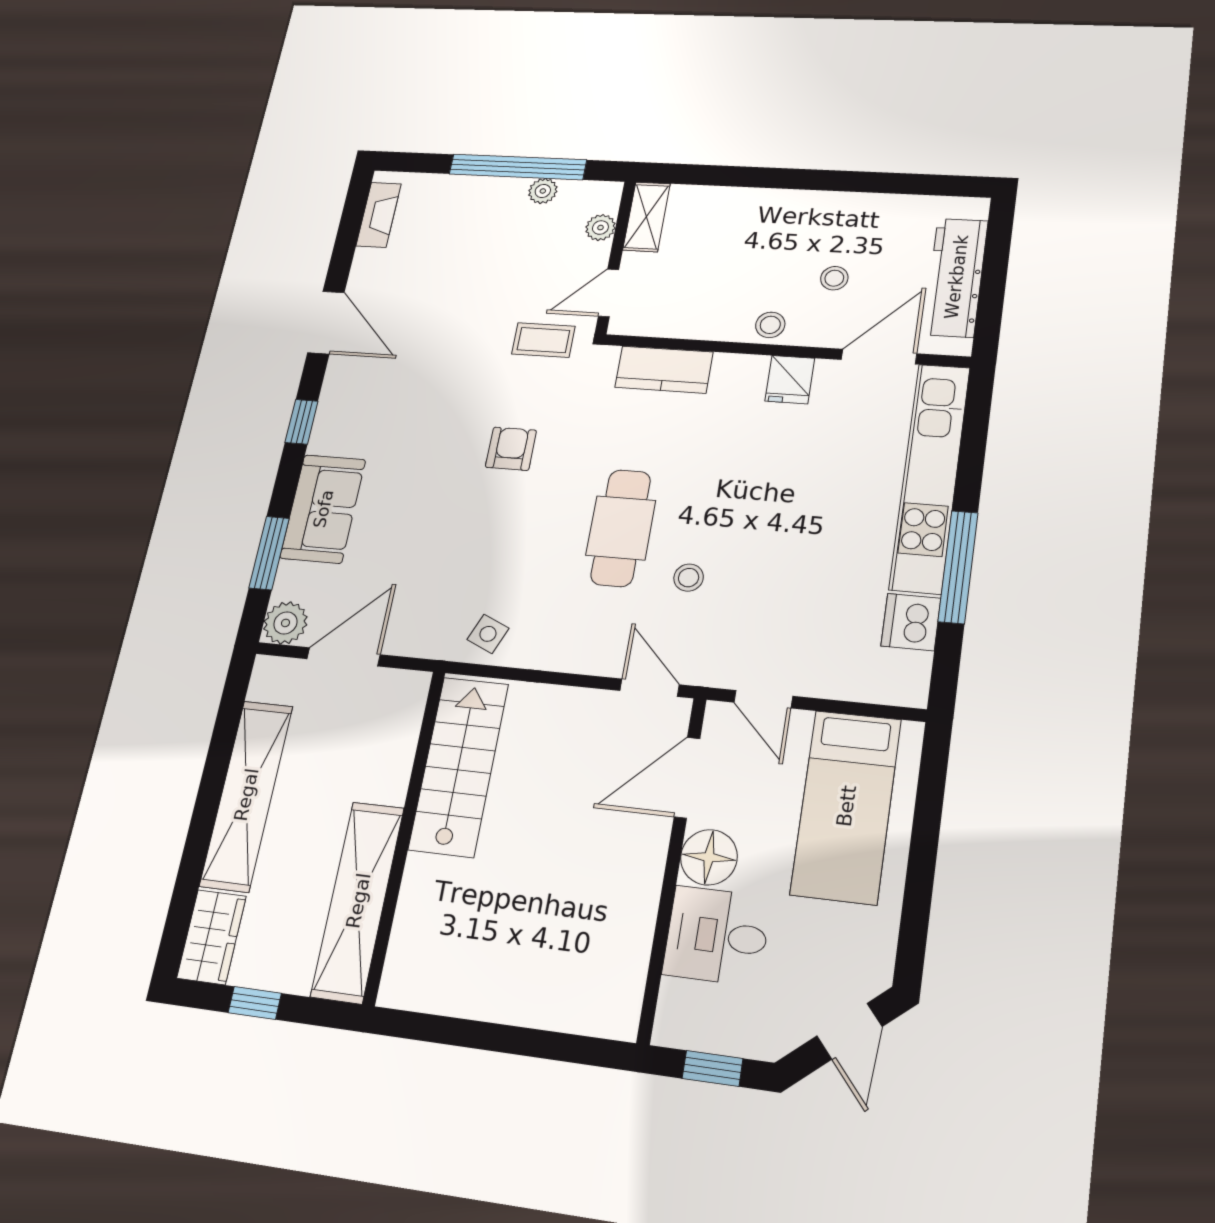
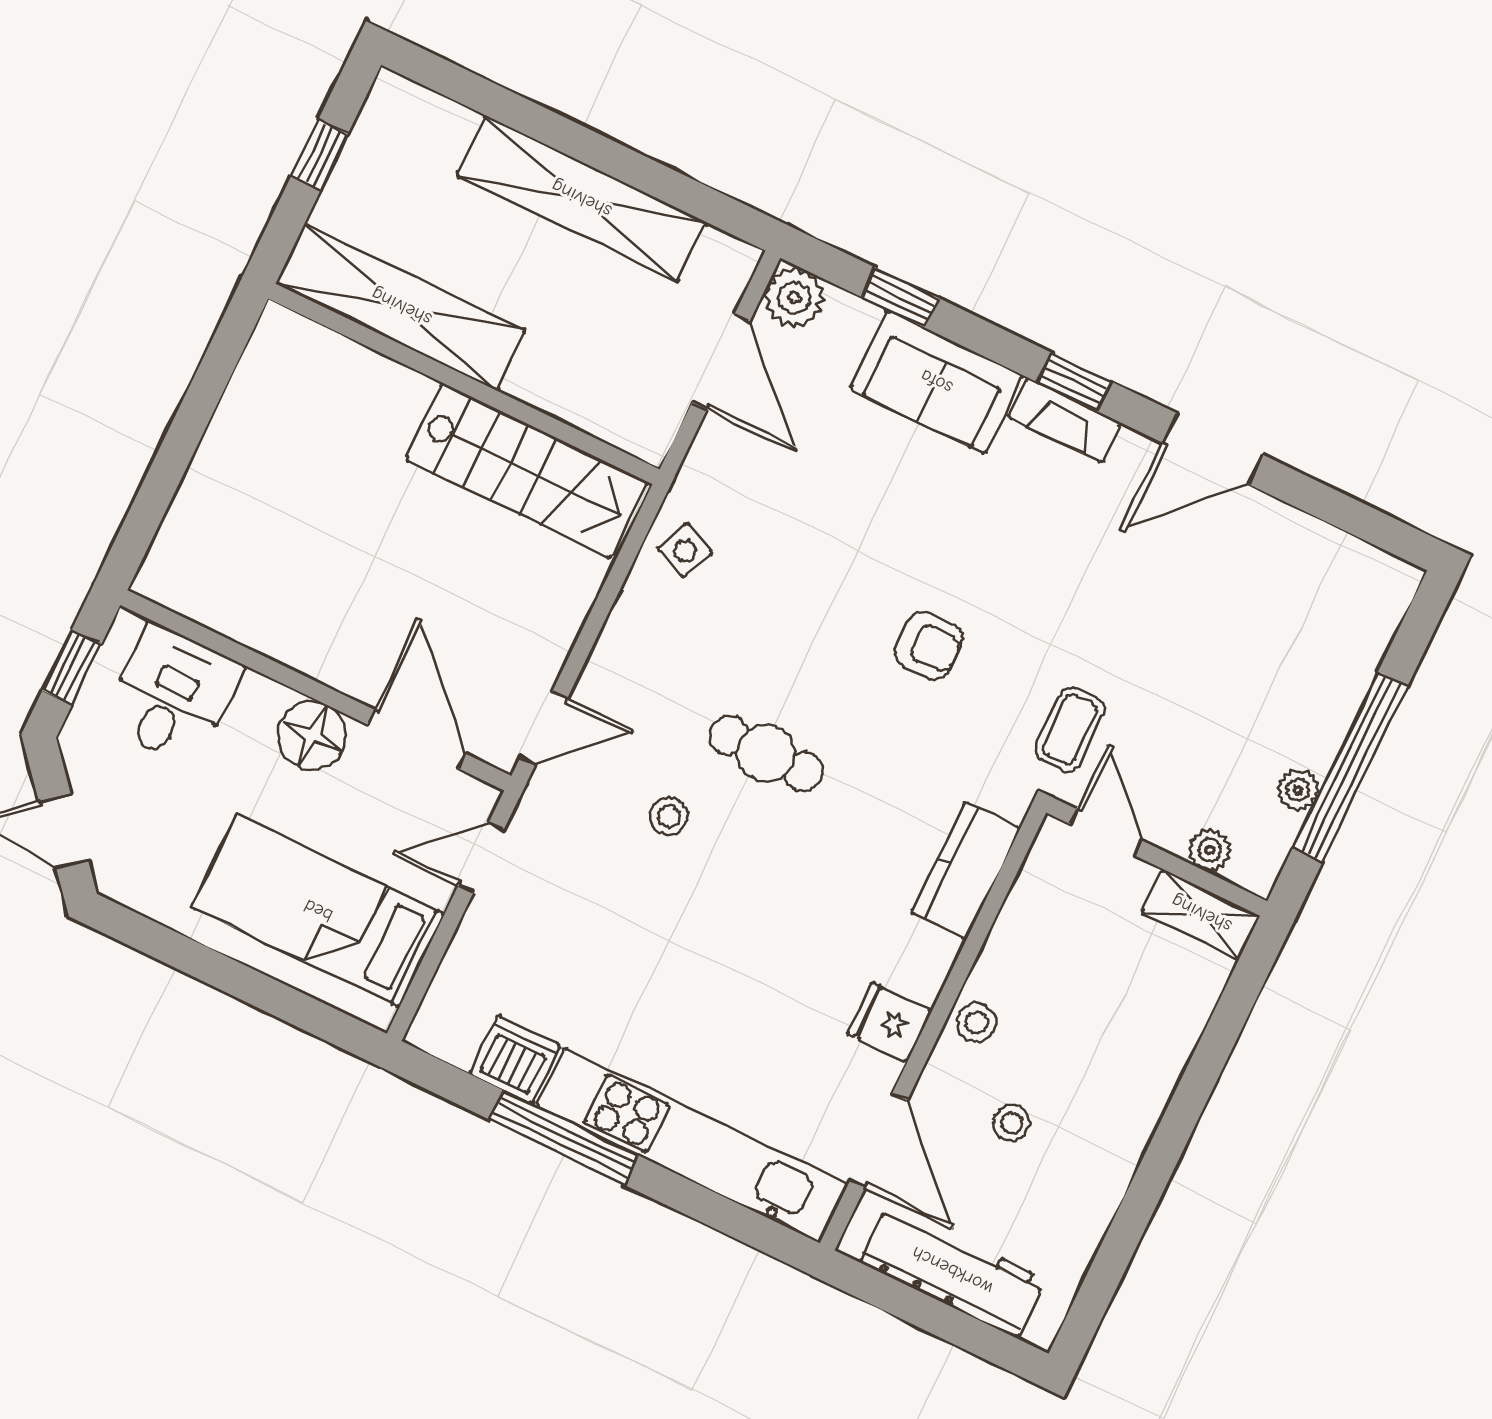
fireplace: (379, 215) -> (1065, 420), moved
cafe table: (621, 528) -> (766, 753), width x0.73, depth x0.74
window: (269, 553) -> (900, 298), width x0.67
desk: (717, 936) -> (172, 695), moved
wardrobe: (212, 937) -> (417, 118), removed

